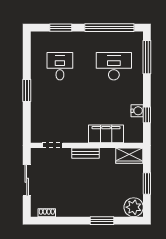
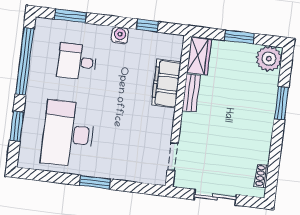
window: (147, 57) -> (70, 16), width x0.69
desk: (60, 66) -> (68, 134), width x1.87, depth x1.30
desk: (114, 66) -> (77, 62), width x0.73
water cooler: (137, 111) -> (120, 35), moved
bench: (85, 153) -> (191, 93), moved

